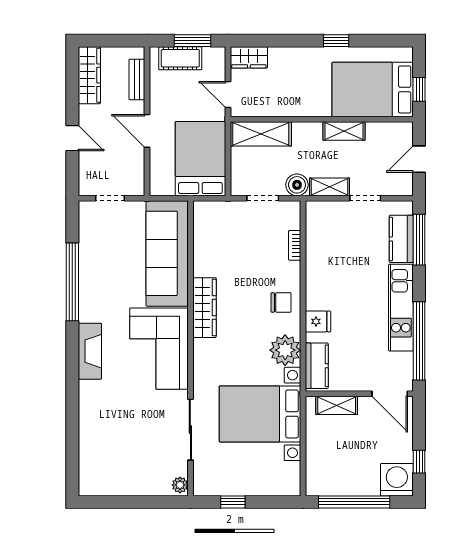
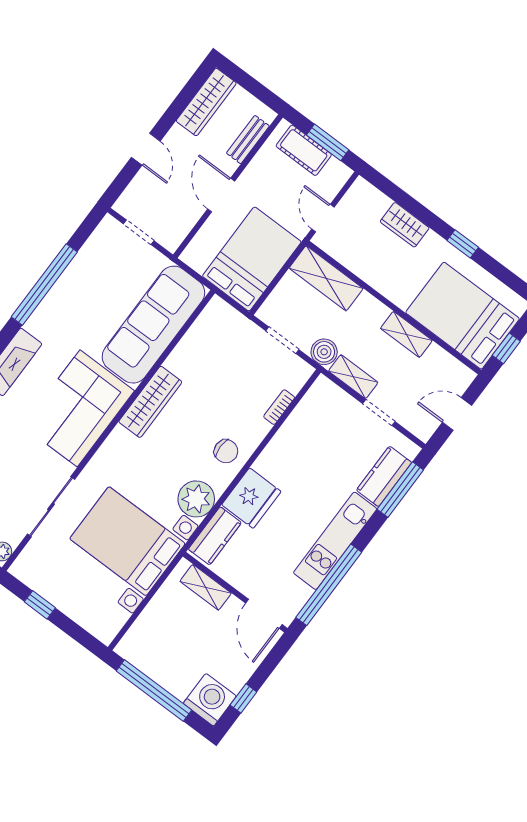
wardrobe: (249, 57) -> (405, 225), moved
fridge: (318, 321) -> (251, 498), width x1.88, depth x1.34

